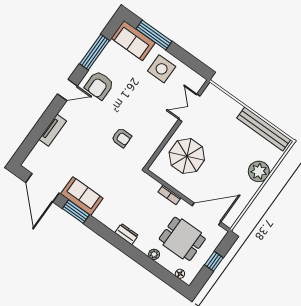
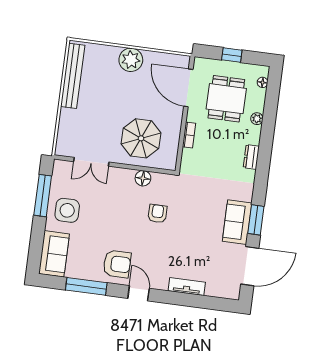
window: (154, 35) -> (43, 196), moved
floor lamp: (155, 141) -> (143, 178), added
plant: (259, 171) -> (131, 60), moved

